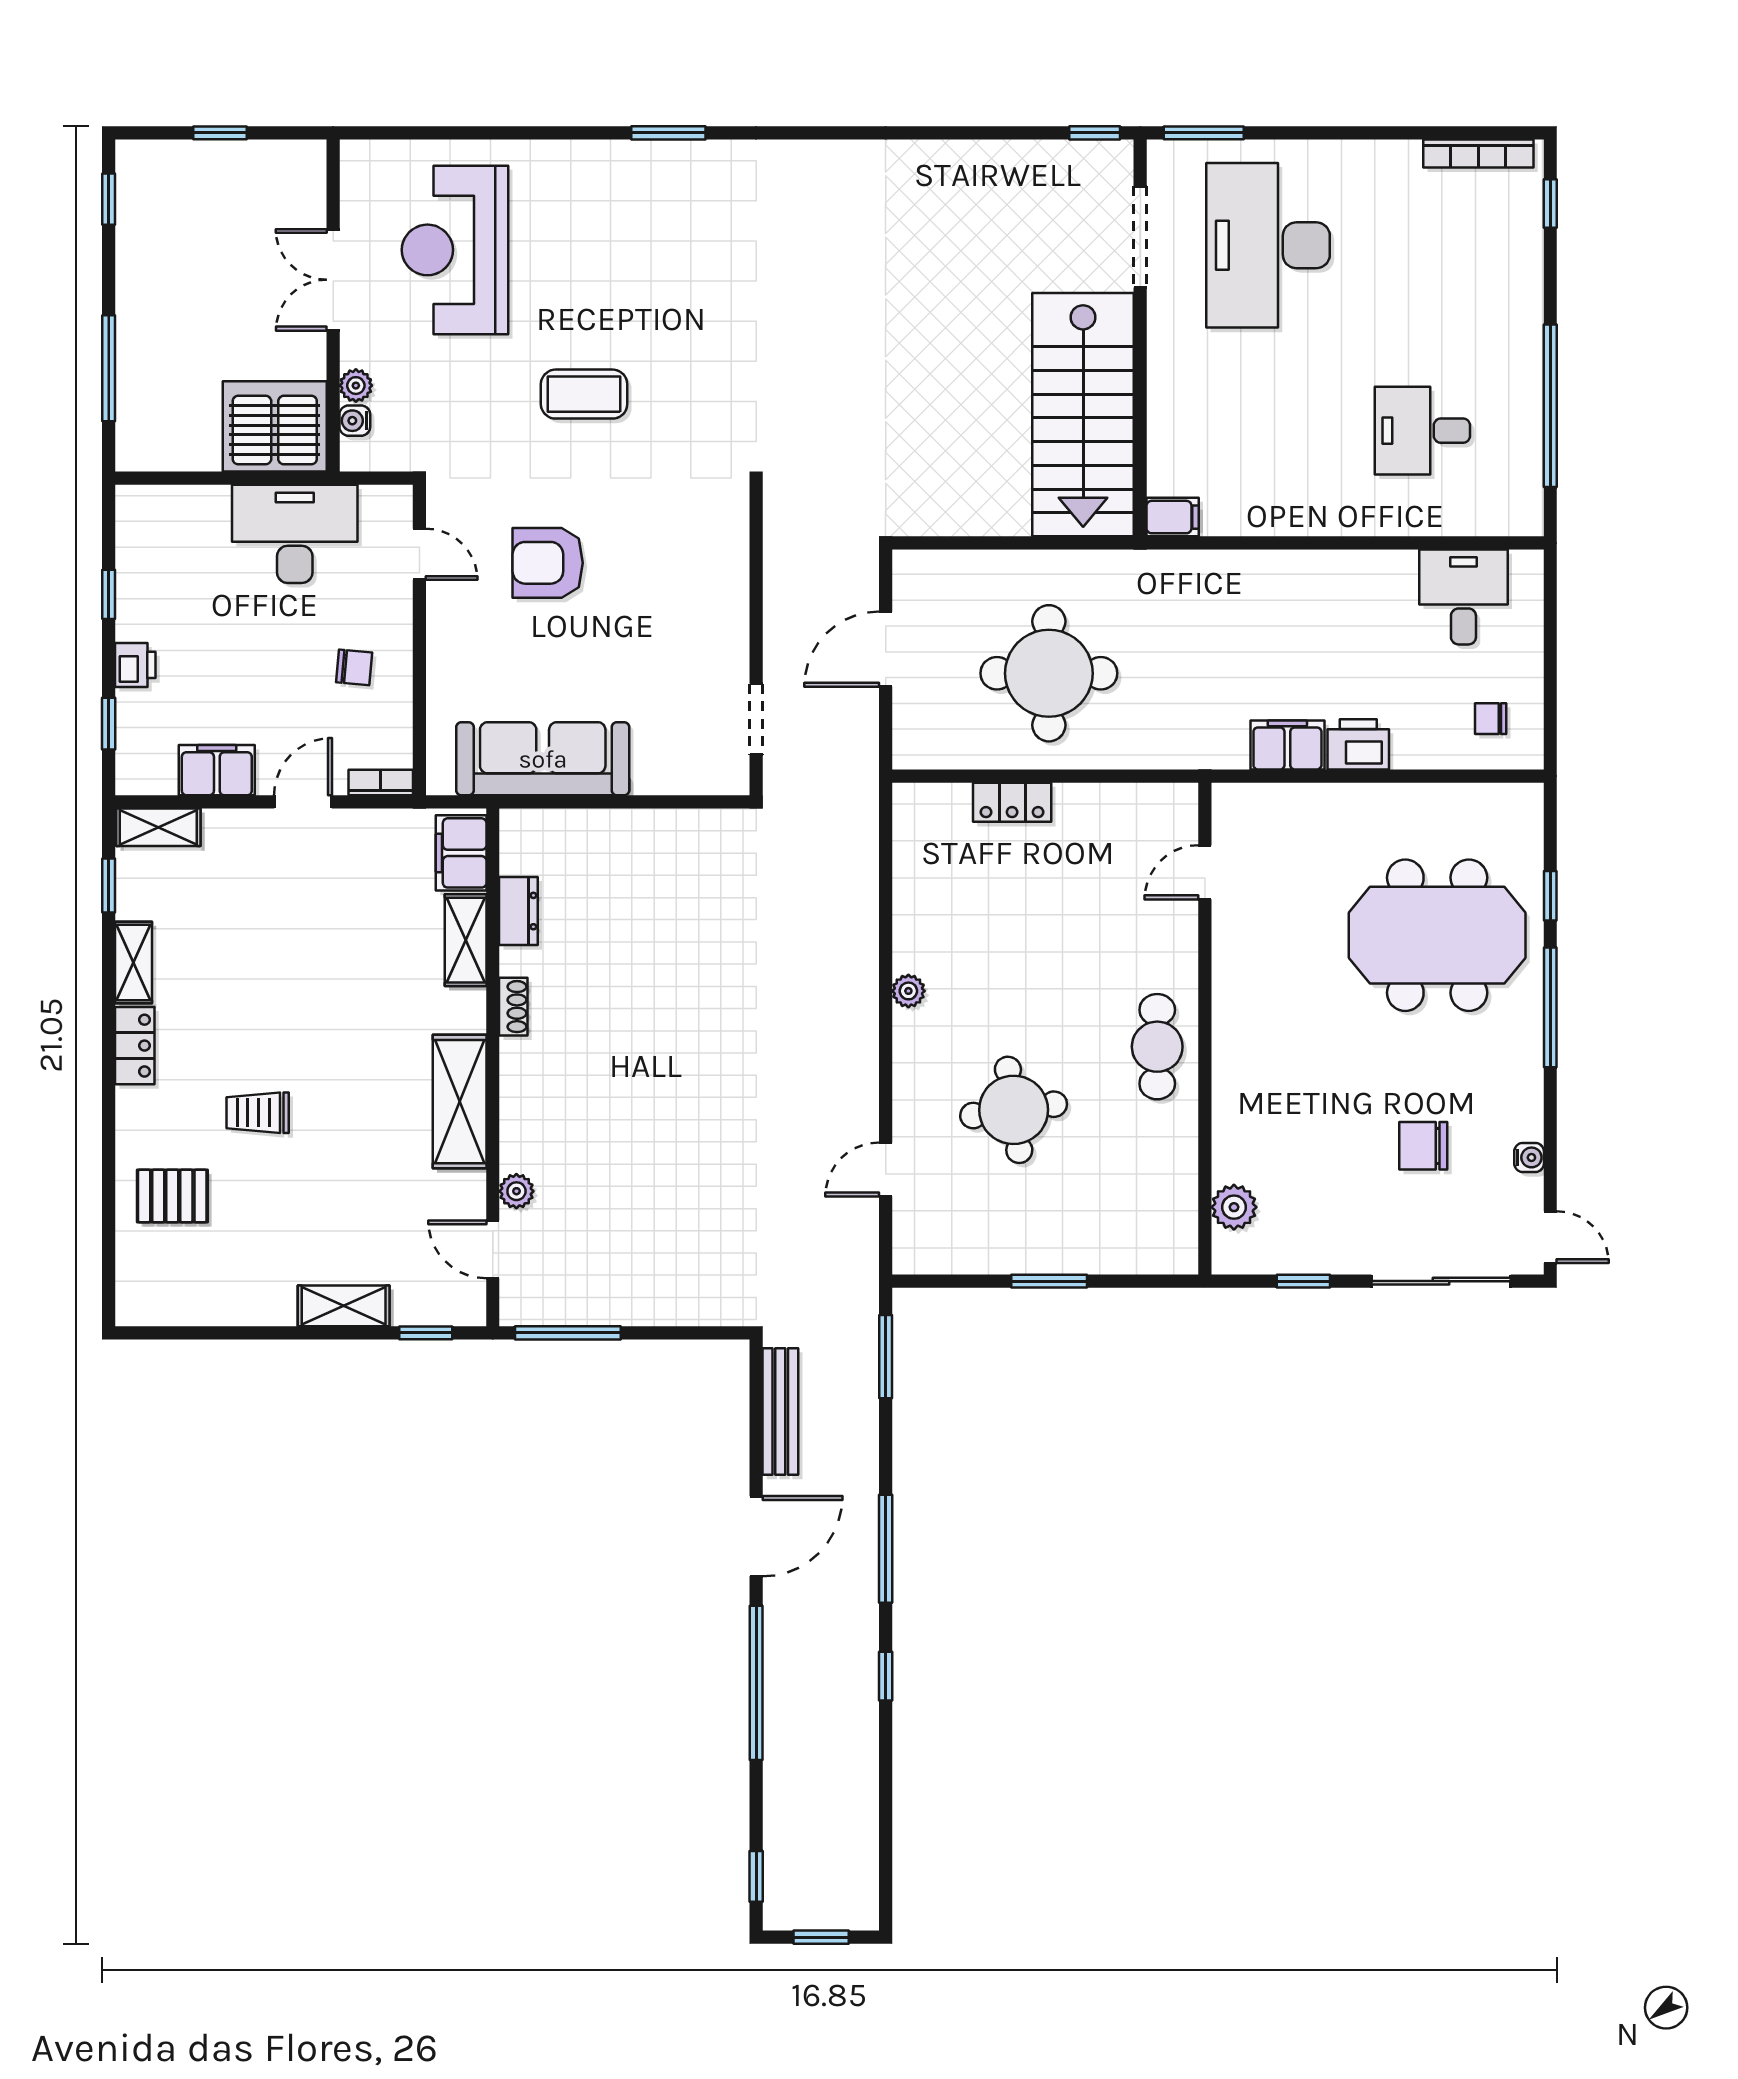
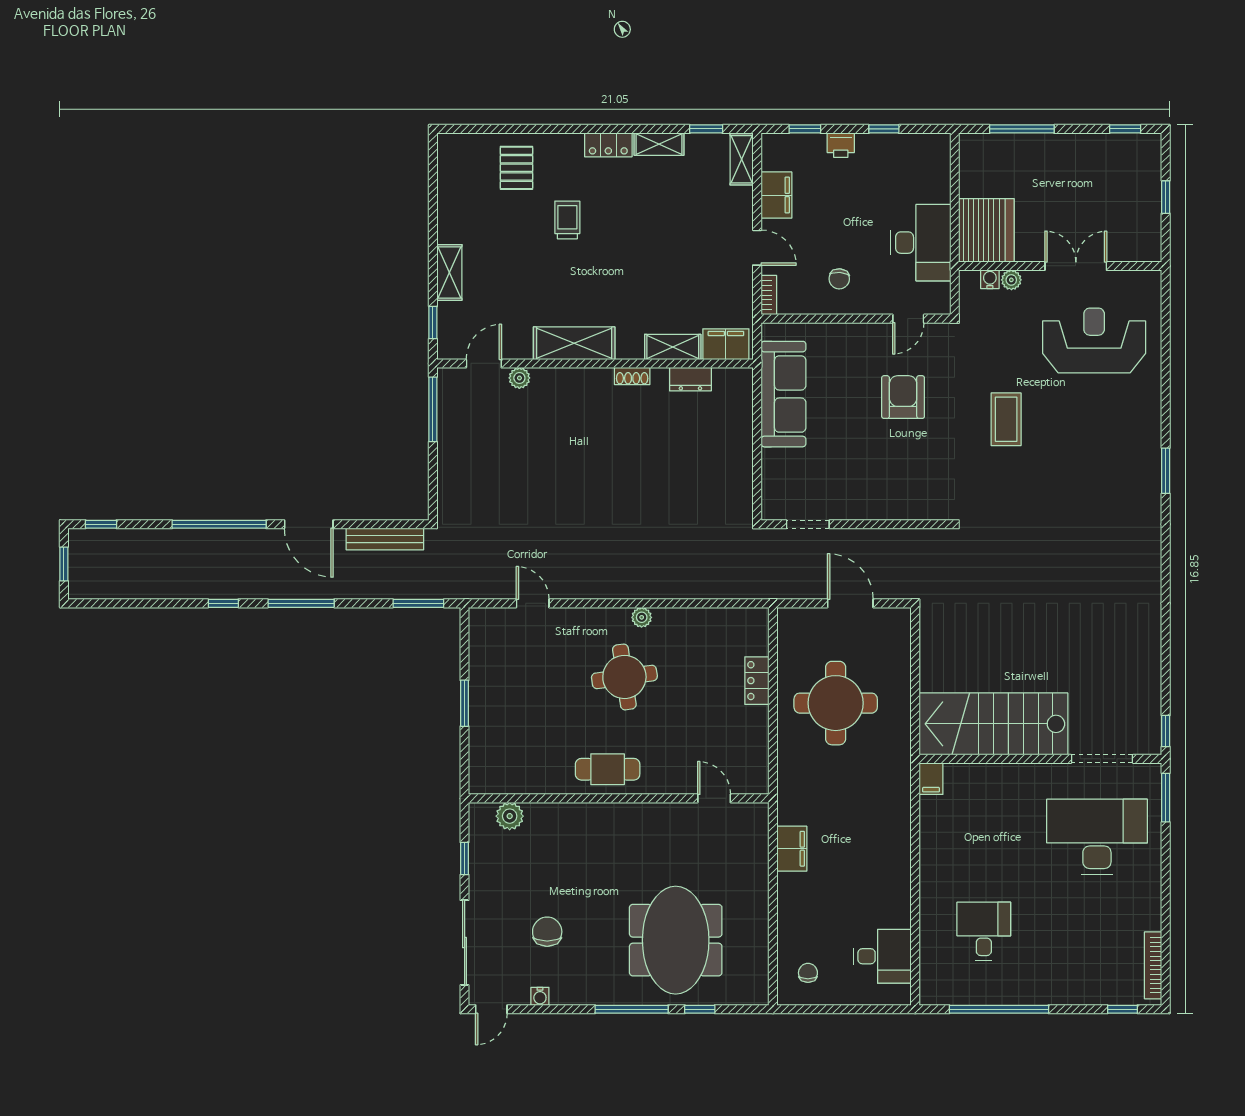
printer: (1358, 744) -> (792, 892), removed
round table: (1014, 1110) -> (624, 677), moved

